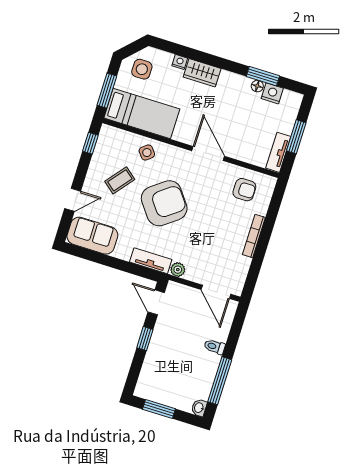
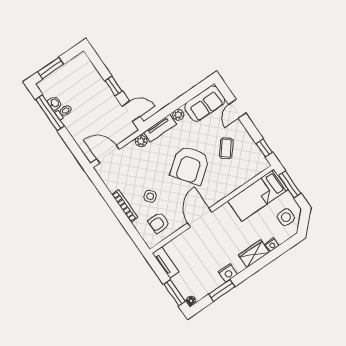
floor lamp: (257, 86) -> (191, 301), moved
nightstand: (272, 93) -> (228, 273), moved
window: (296, 137) -> (174, 293), moved
side table: (147, 153) -> (150, 196), moved
door: (208, 154) -> (200, 218), swing flipped
plant: (124, 253) -> (178, 115), added
toilet: (215, 347) -> (64, 112), moved
washbasin: (199, 408) -> (55, 103), moved
window: (159, 409) -> (51, 68), moved

